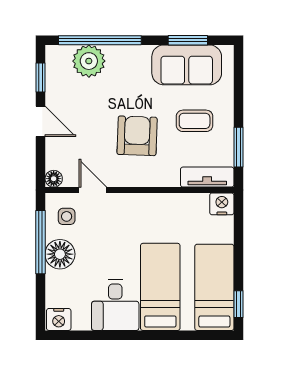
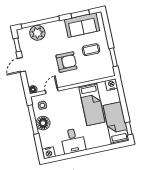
door: (41, 121) -> (21, 65), swing flipped
armchair: (137, 136) -> (66, 62), turned 88
tv unit: (207, 177) -> (102, 74), removed
door: (93, 190) -> (52, 91), hinge flipped
bed: (160, 287) -> (92, 104), moved, turned 180

